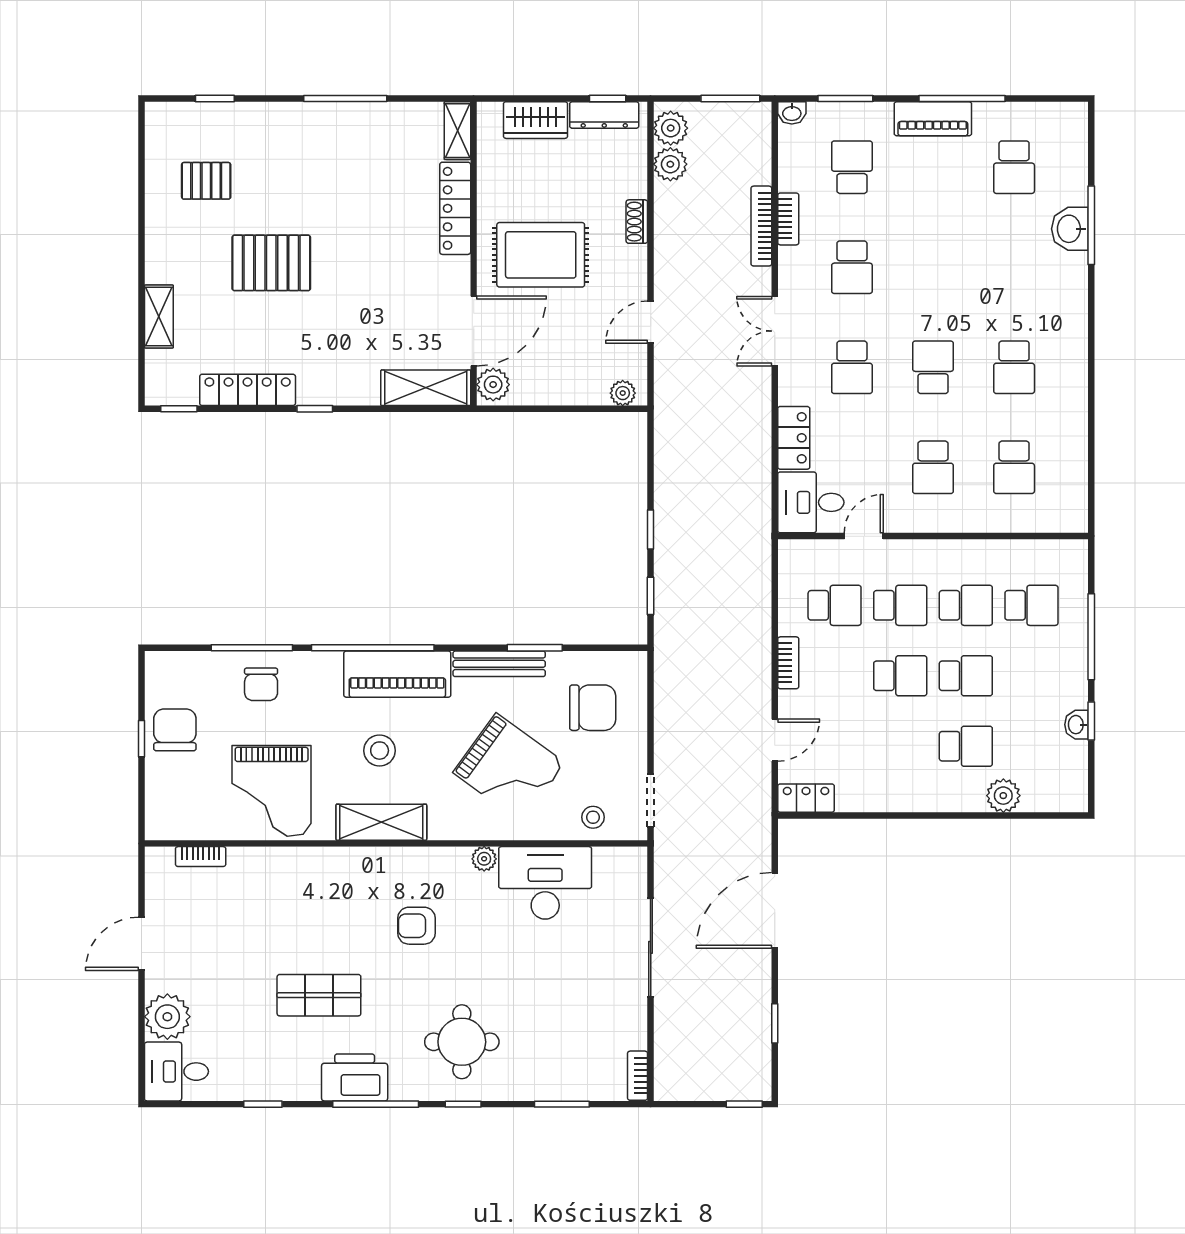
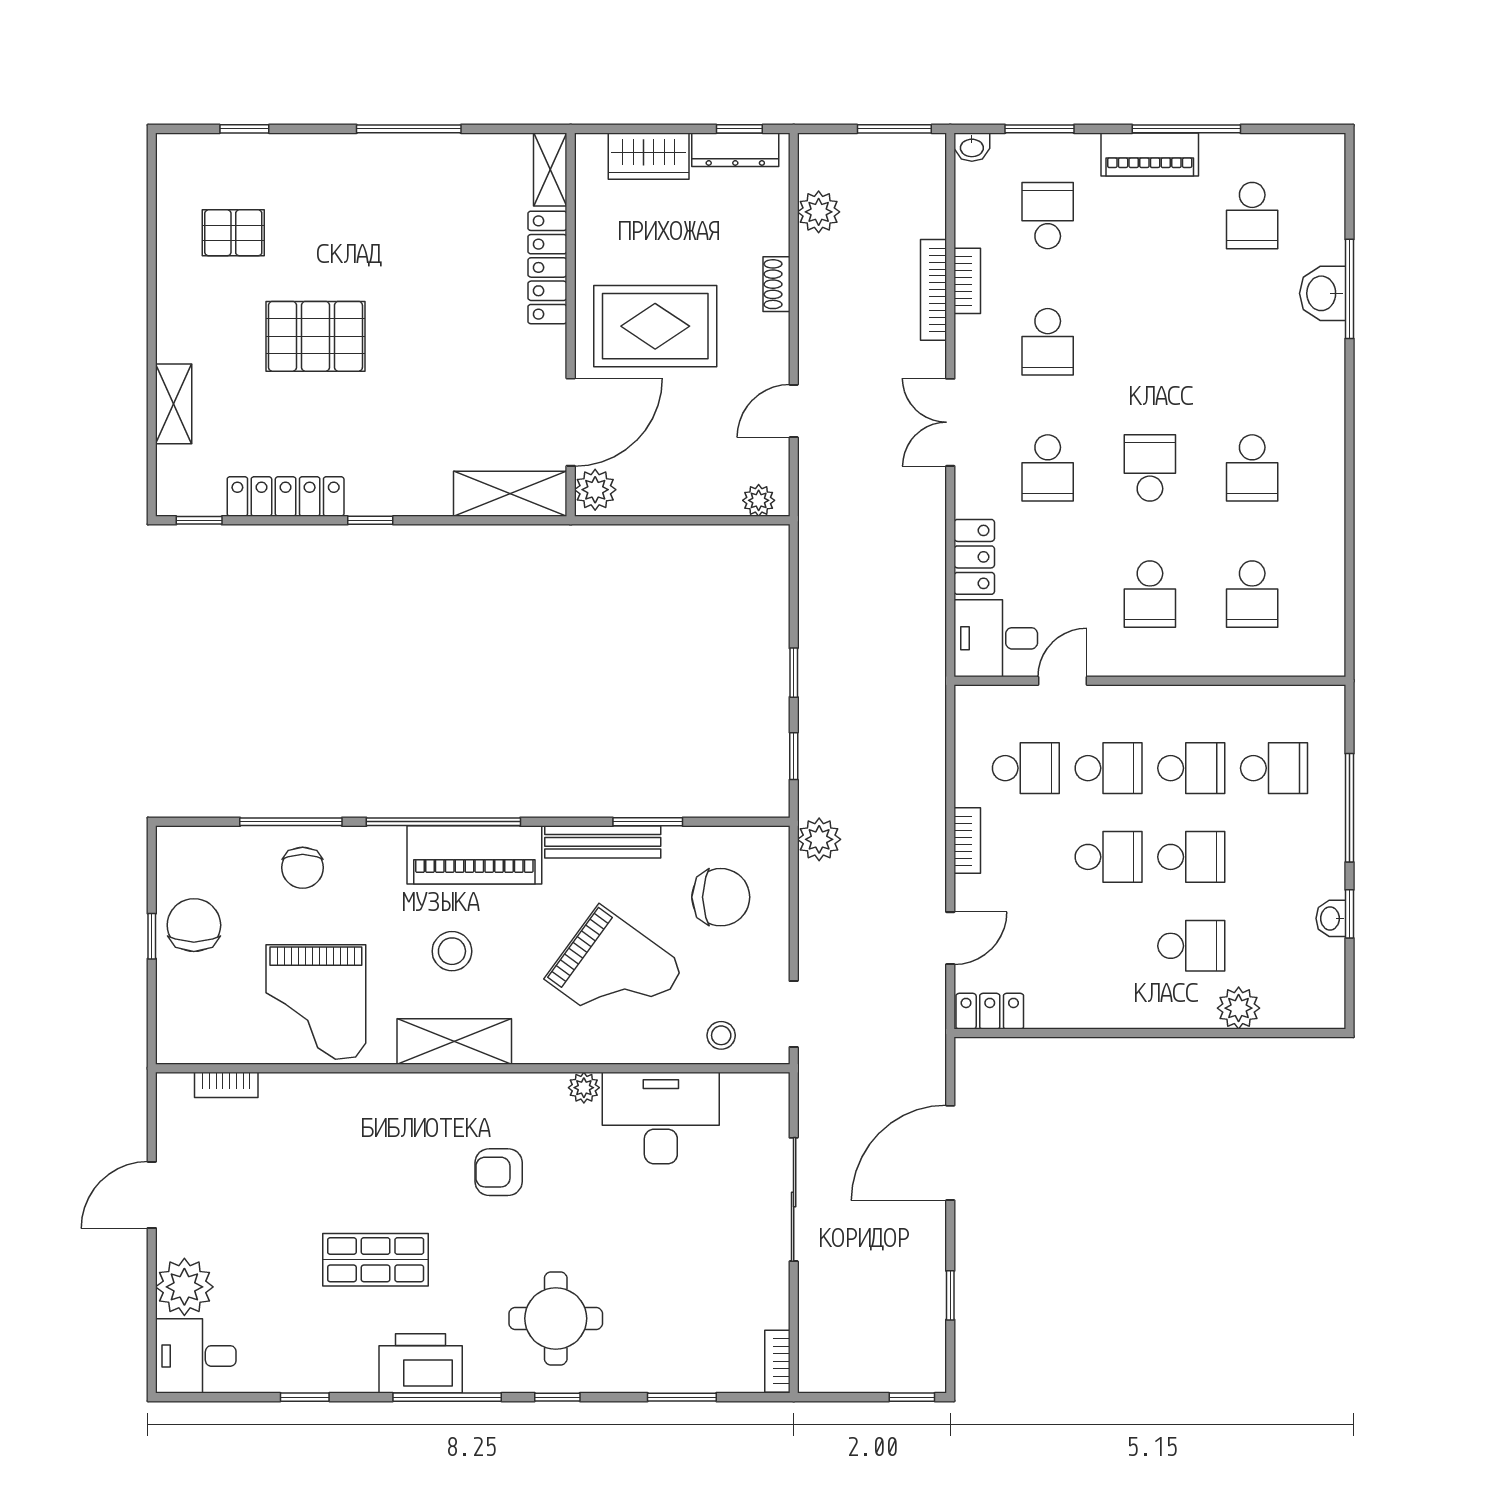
plant: (671, 128) -> (819, 839), moved

